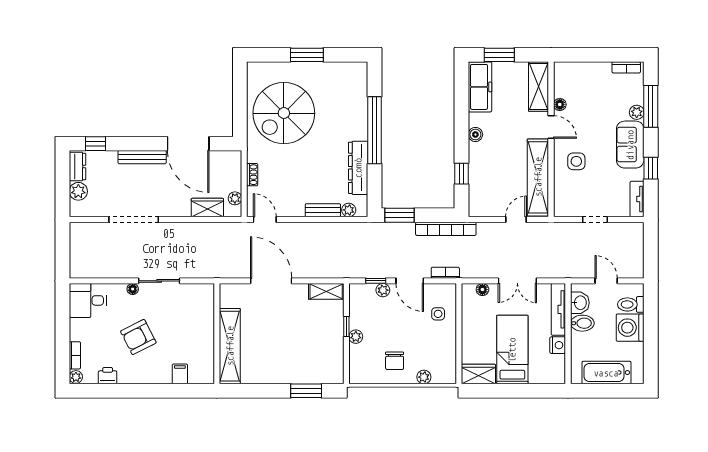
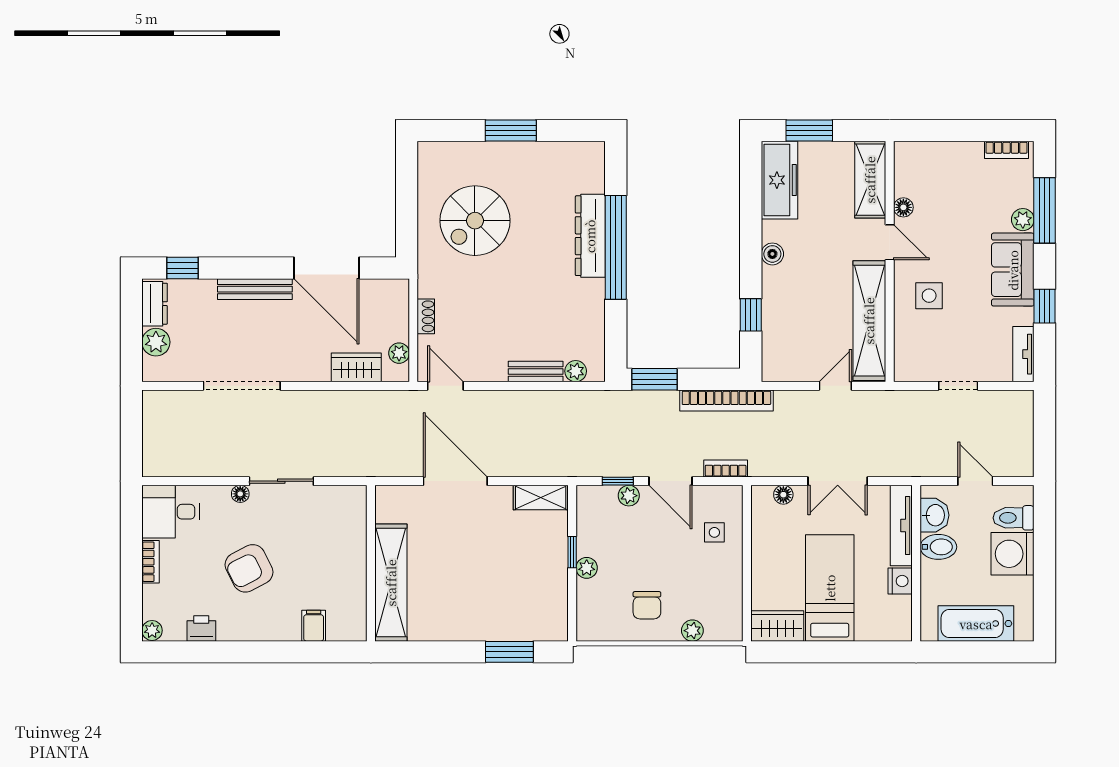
spiral stairs: (284, 113) -> (475, 221), width x0.73, depth x0.73
dresser: (358, 168) -> (590, 236), moved
bookcase: (75, 355) -> (151, 562), moved

